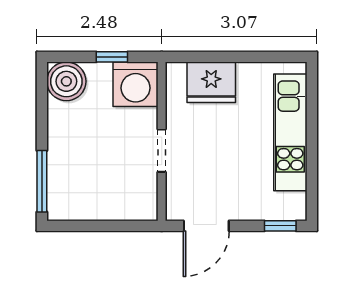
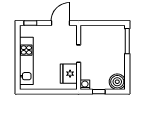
fridge: (211, 82) -> (69, 74), moved, turned -90
washing machine: (136, 84) -> (85, 85), width x0.53, depth x0.53

